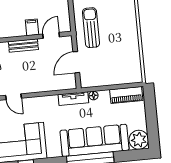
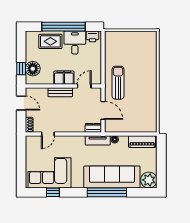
filing cabinet: (32, 27) -> (64, 78), width x2.00
door: (76, 62) -> (103, 110), swing flipped
dresser: (67, 84) -> (93, 128), added
door: (13, 97) -> (48, 134), hinge flipped

